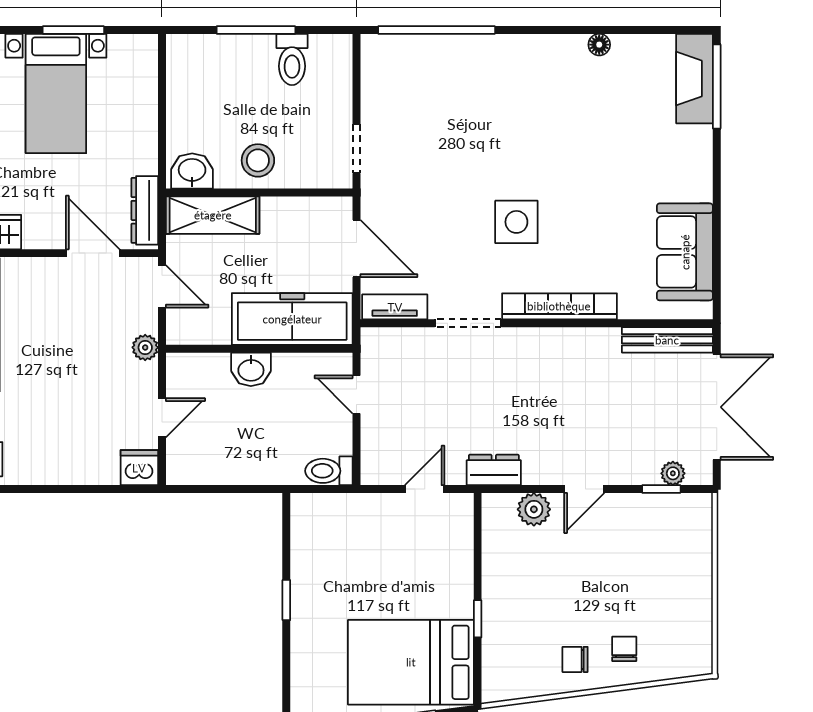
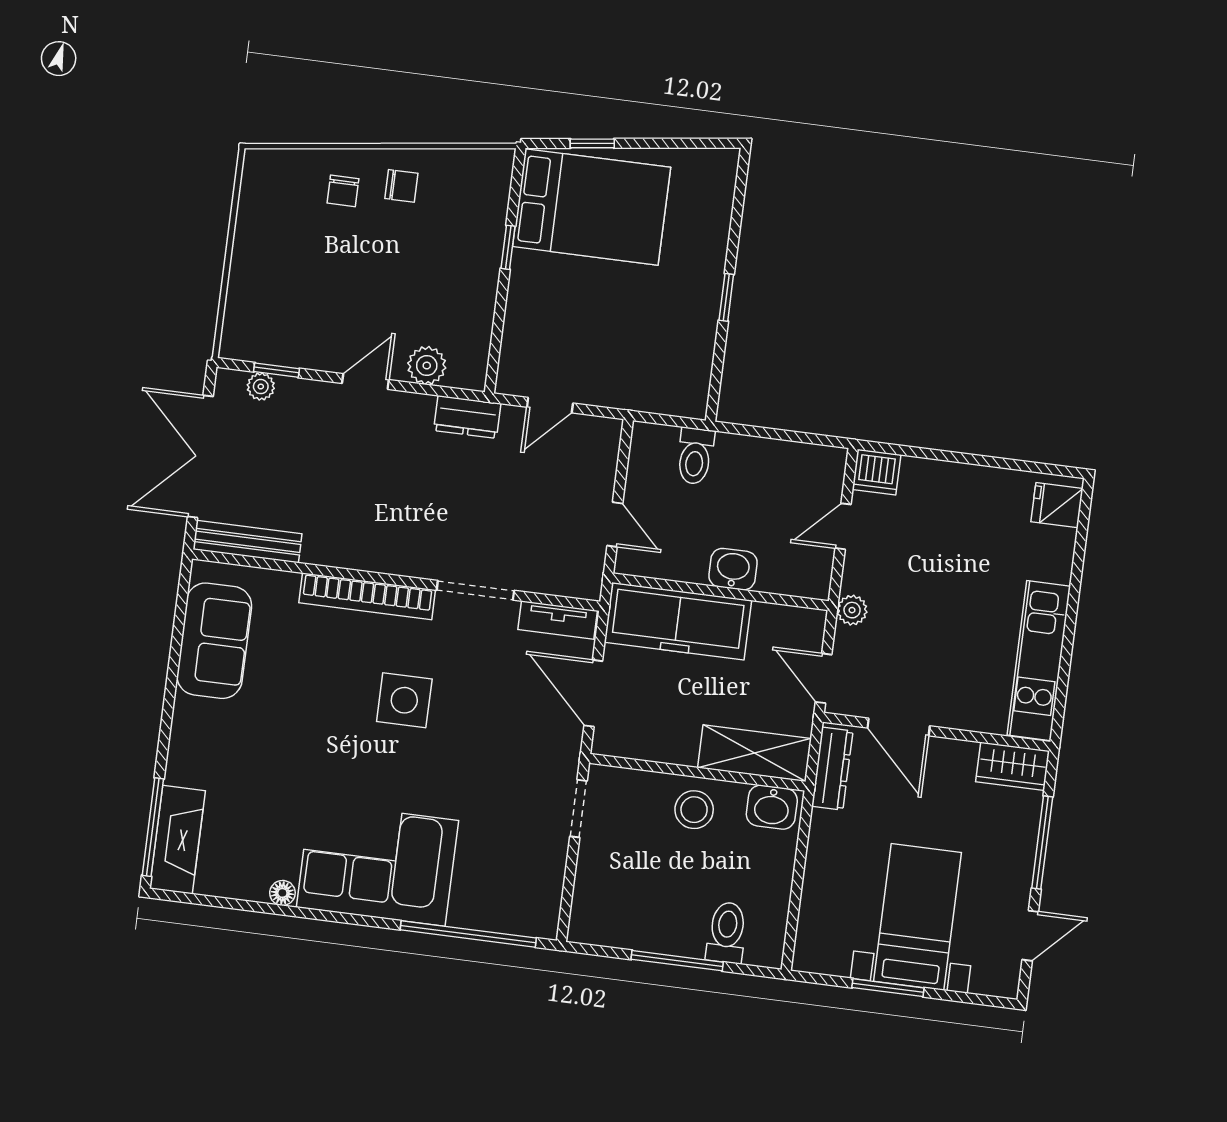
toilet: (292, 59) -> (727, 932), moved
corner sofa: (522, 80) -> (377, 864), added
toilet: (329, 471) -> (695, 456), moved, turned 90

